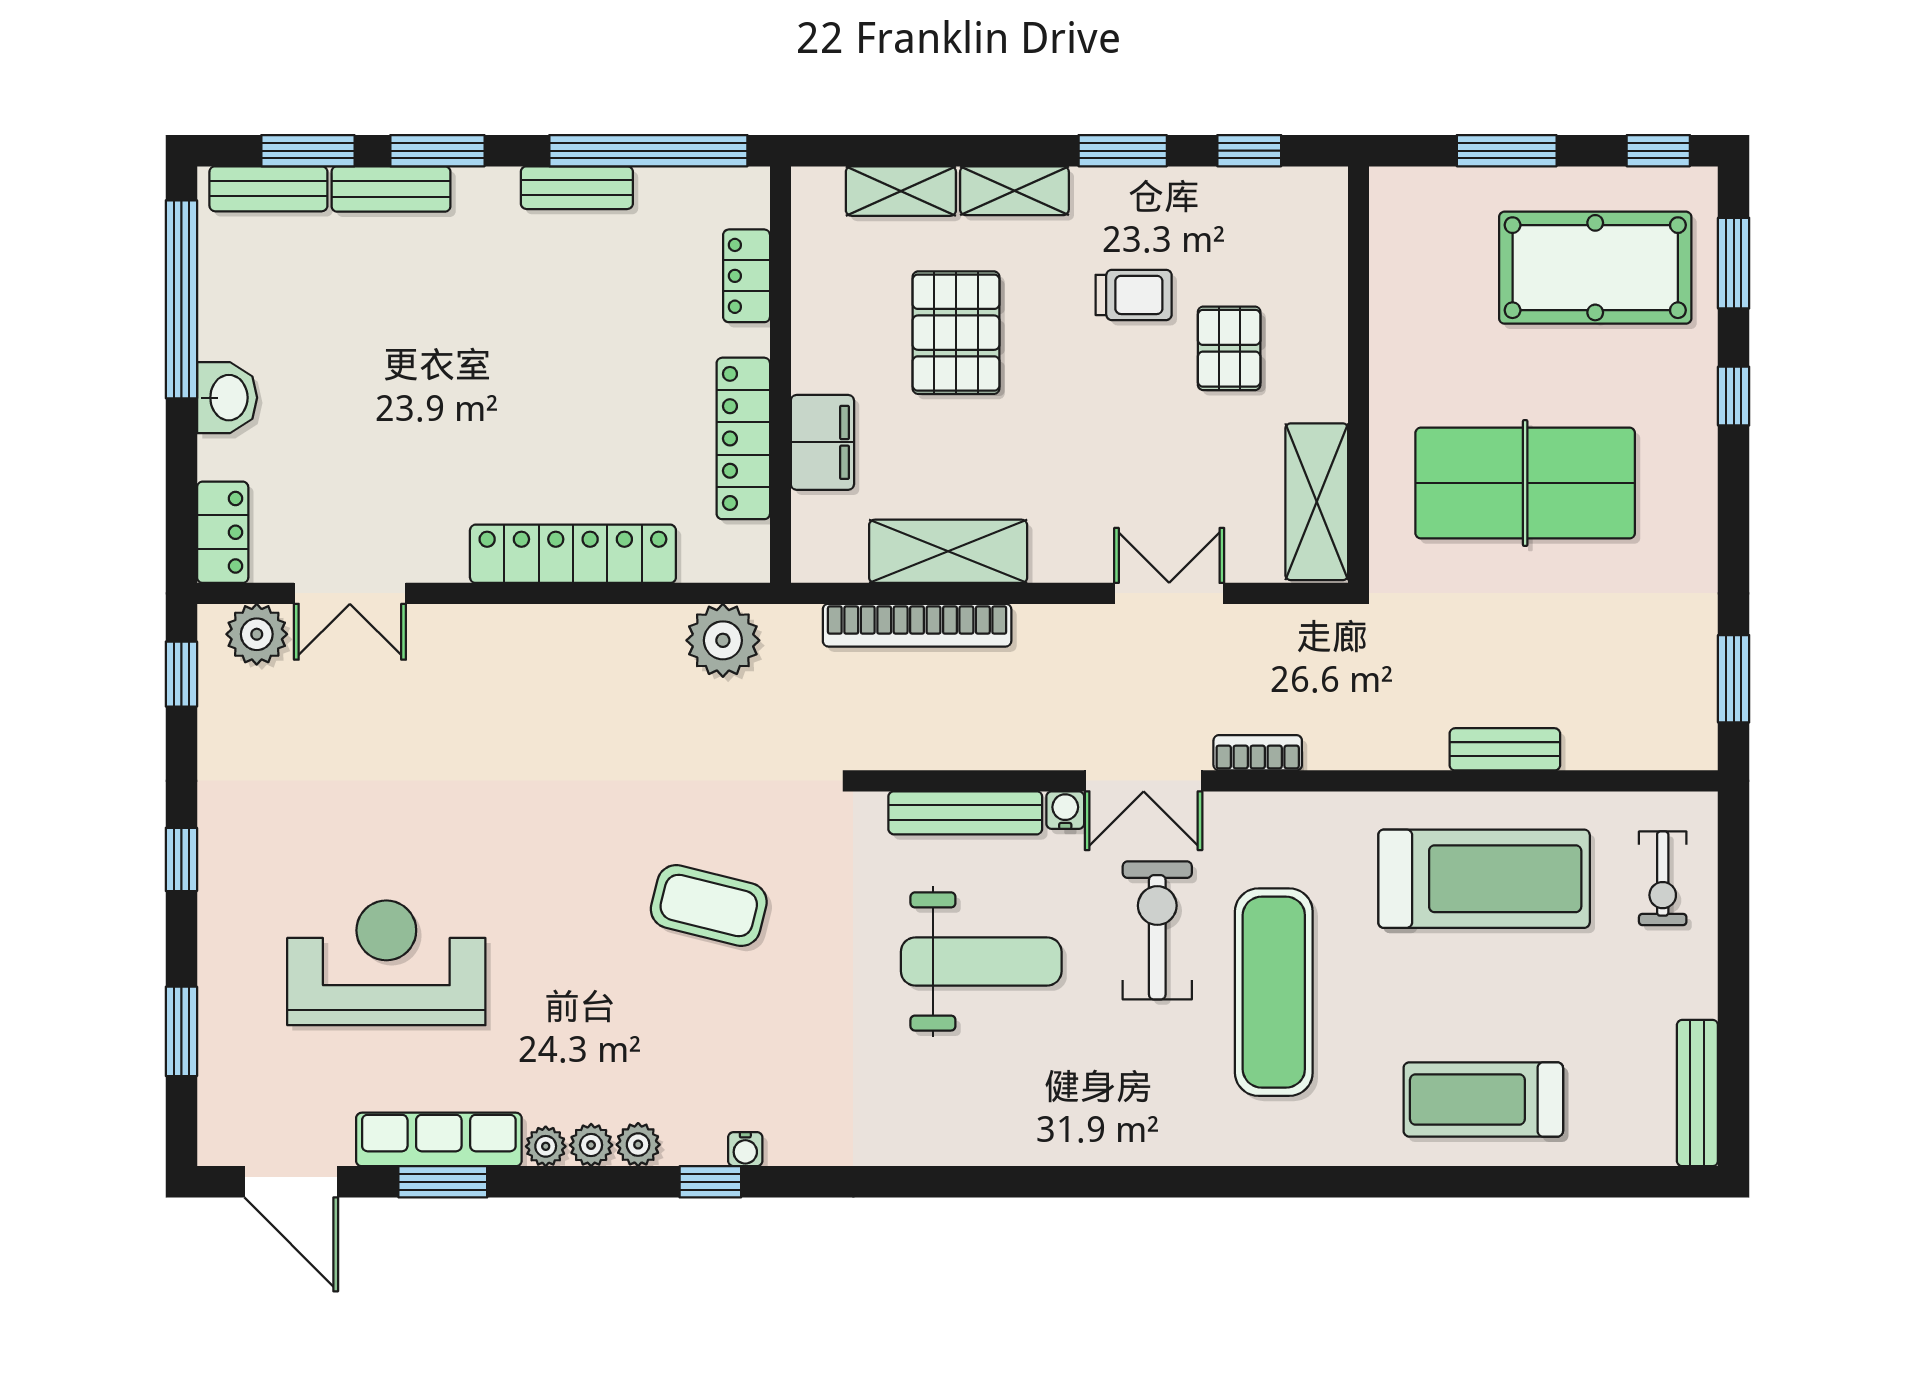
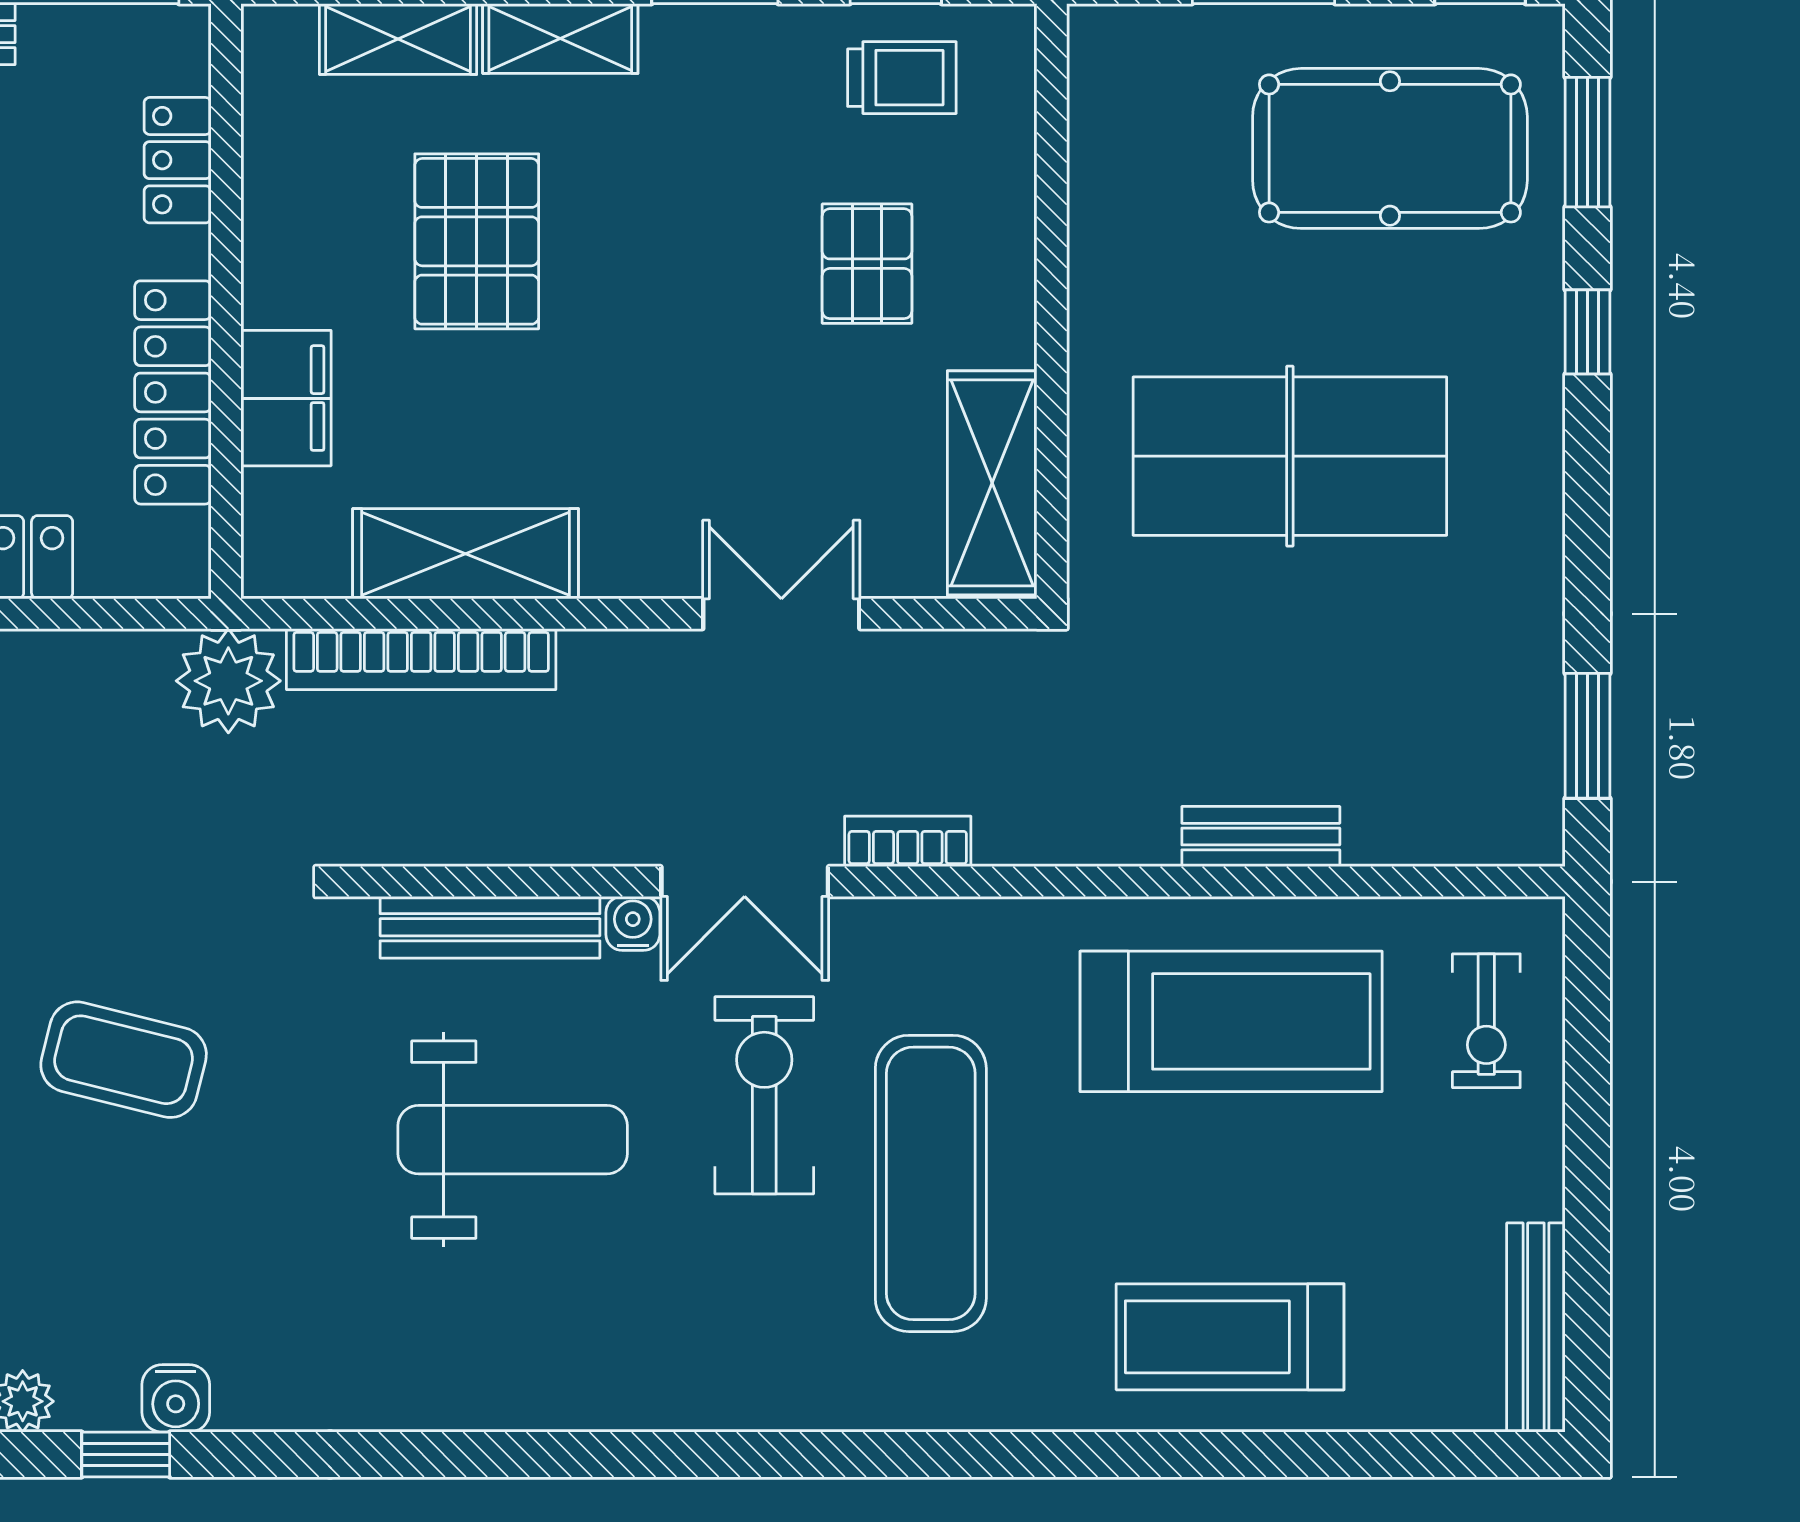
trolley: (1134, 295) -> (902, 78), moved
plant: (723, 640) -> (228, 681), moved
water cooler: (745, 1149) -> (176, 1398), width x1.38, depth x1.38

